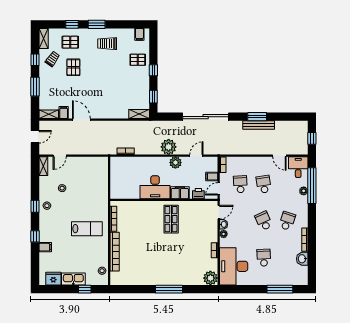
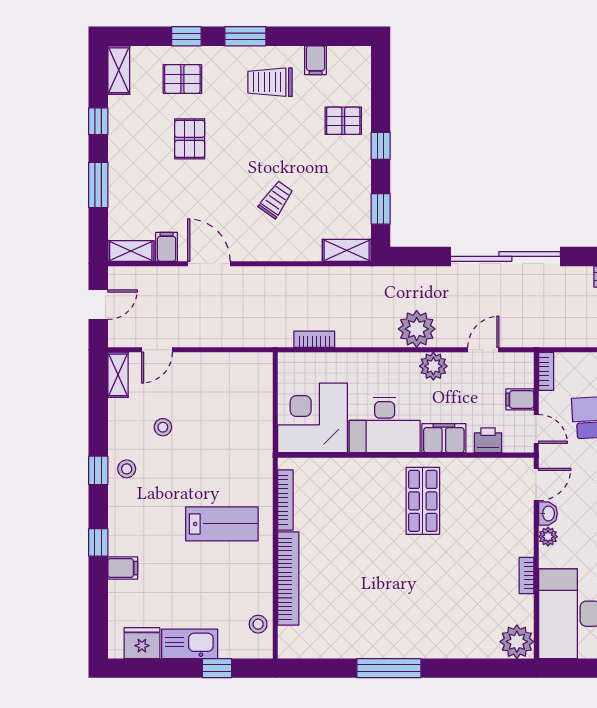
filing cabinet: (139, 34) -> (316, 60), moved
trolley: (52, 59) -> (276, 200), moved
corner desk: (125, 184) -> (313, 418), added
door: (219, 189) -> (536, 429), swing flipped
window: (169, 289) -> (389, 668), moved

